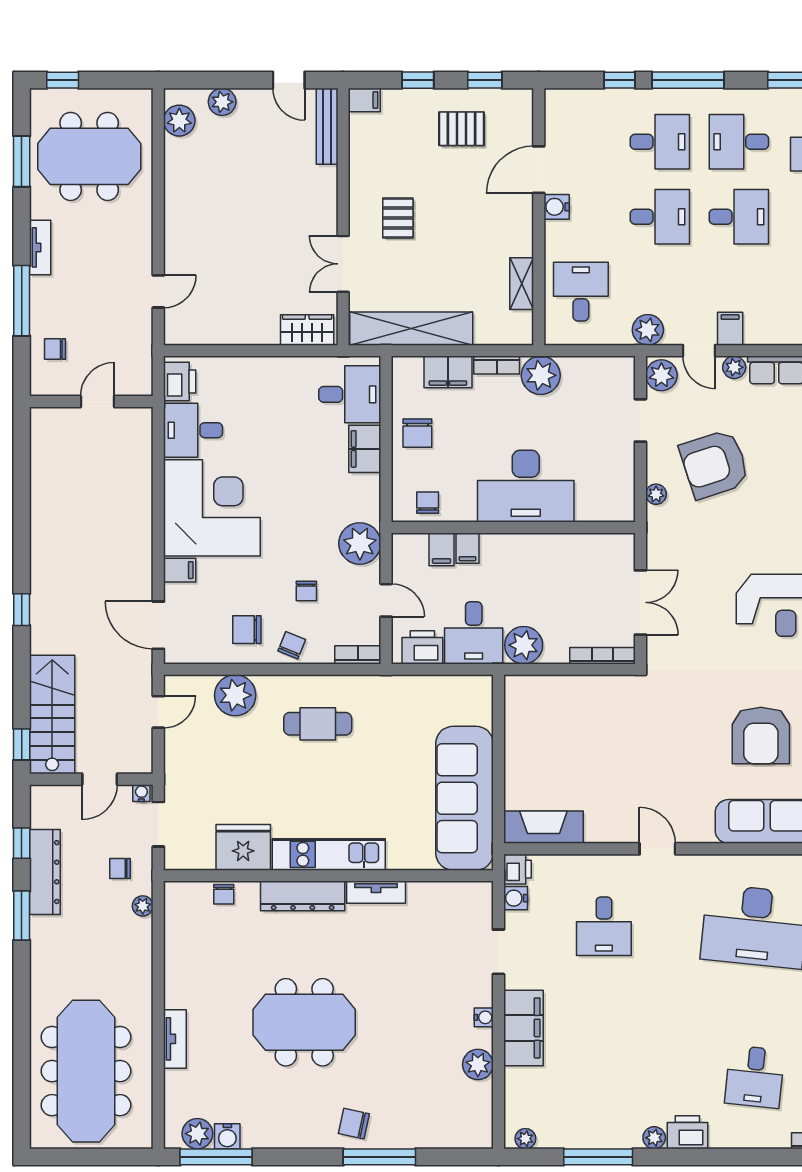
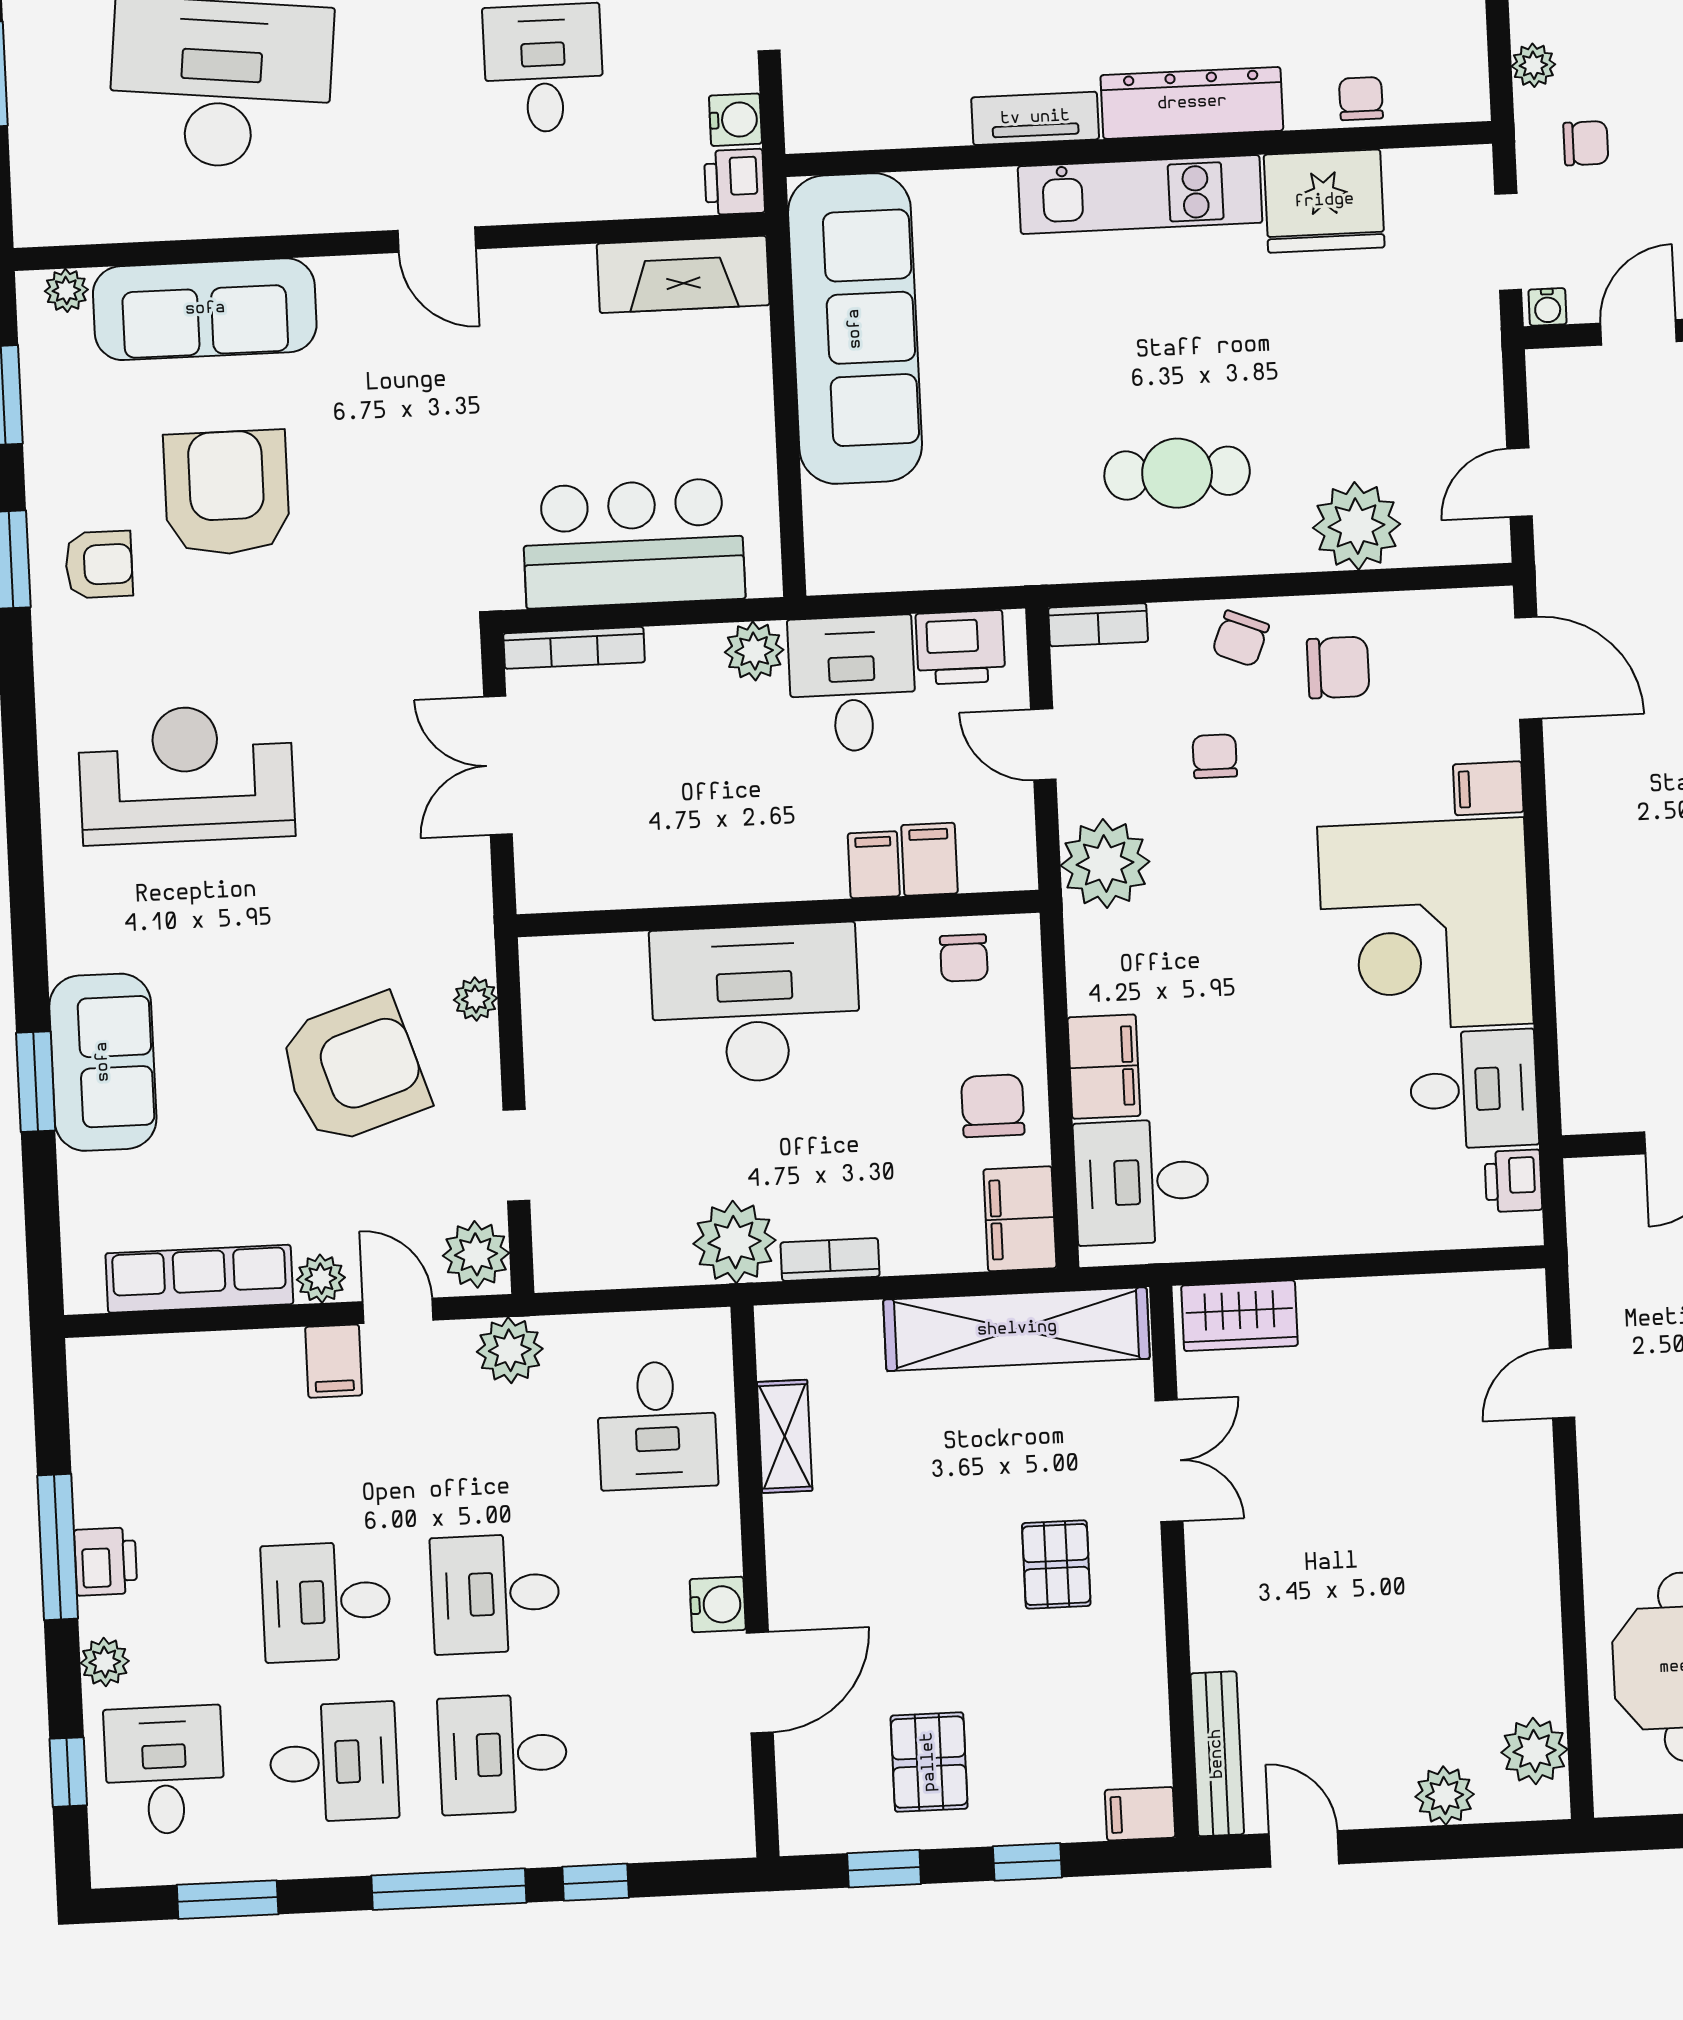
pallet: (461, 129) -> (929, 1762), turned 90
filing cabinet: (448, 372) -> (1020, 1219), moved, turned -90
printer: (180, 382) -> (1513, 1181), width x0.73, depth x0.81
plant: (524, 645) -> (754, 651), width x0.73, depth x0.73
bar counter: (573, 703) -> (633, 543), added

